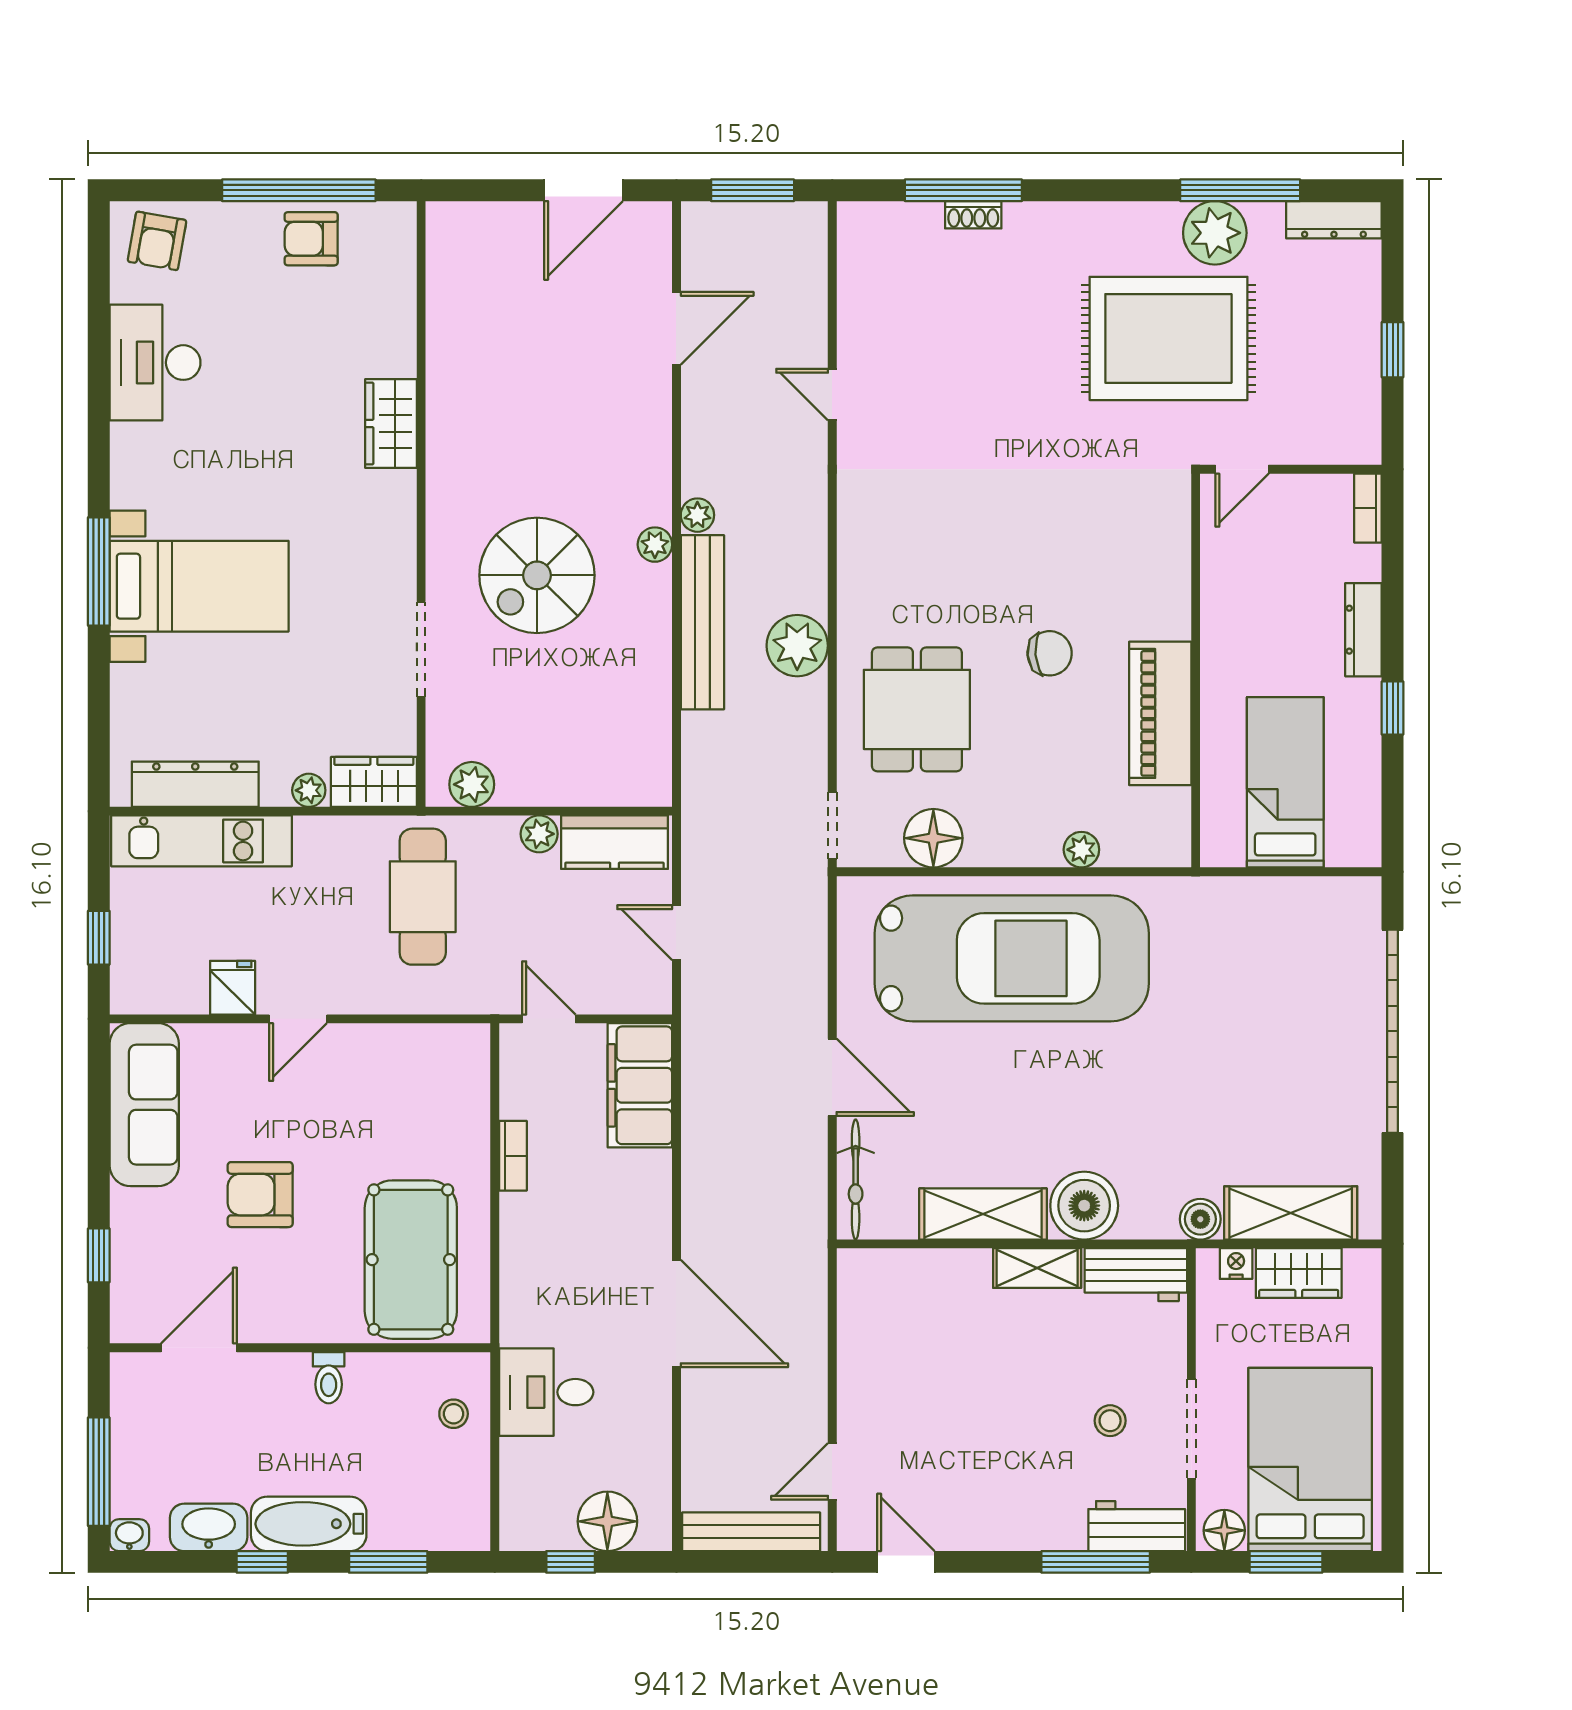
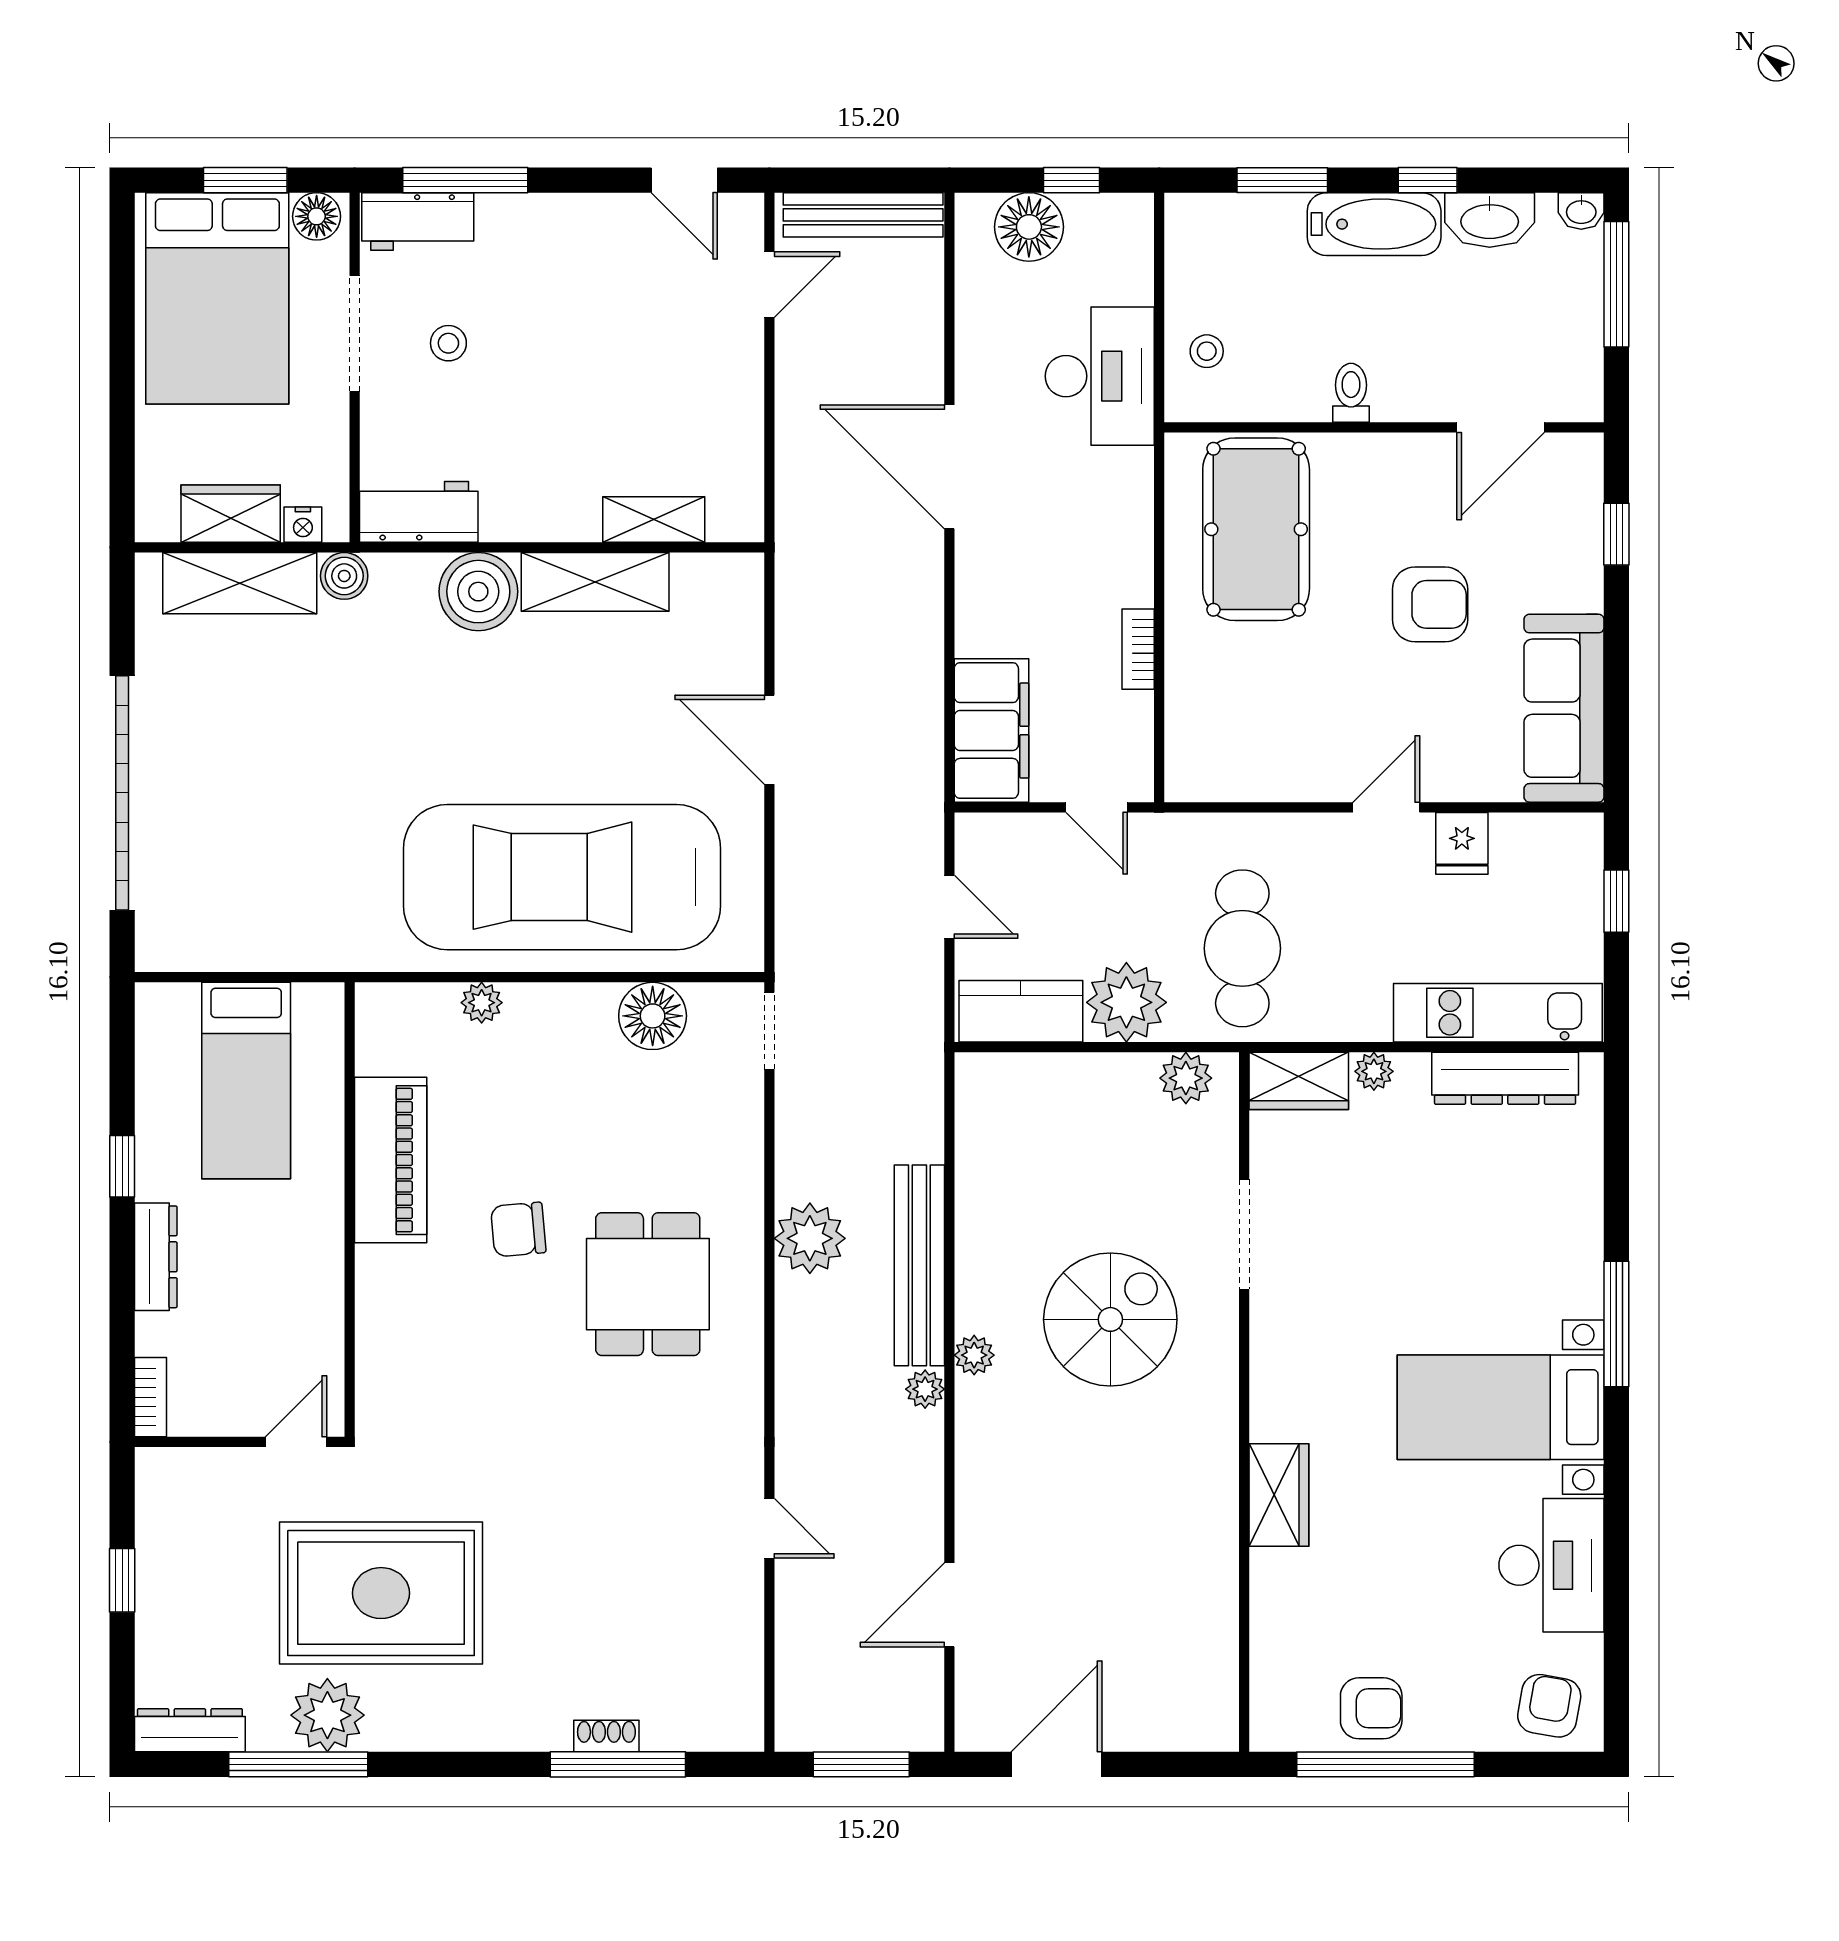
bed with nightstands: (199, 586) -> (1501, 1407), moved
dining table: (917, 709) -> (648, 1284), moved
plant: (539, 834) -> (1126, 1002), width x1.87, depth x1.87
bicycle: (856, 1179) -> (742, 622), removed
shelving: (1037, 1268) -> (654, 520), moved
desk: (546, 1392) -> (1100, 376), width x1.37

